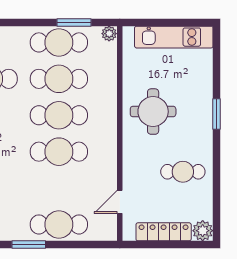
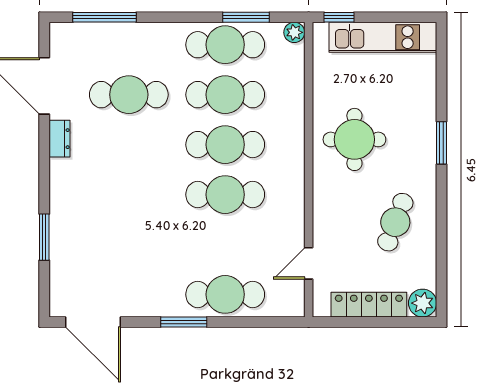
window: (142, 22) -> (339, 17), added
cafe table: (183, 172) -> (395, 222), turned -69

